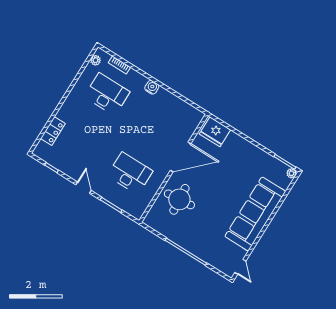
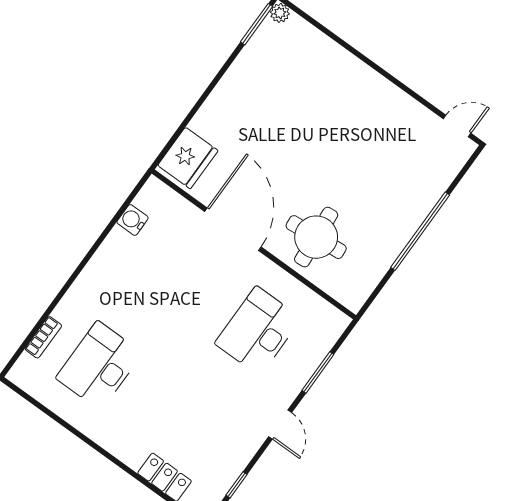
plant: (96, 60) -> (31, 384), removed
water cooler: (152, 87) -> (133, 220), moved
door: (84, 188) -> (280, 424), swing flipped
sofa: (255, 214) -> (355, 90), removed

